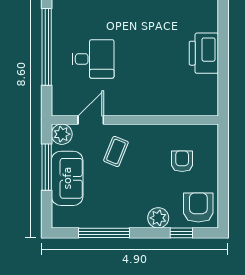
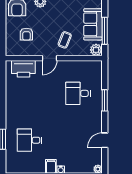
window: (47, 47) -> (105, 100), width x0.47
printer: (204, 53) -> (23, 69), moved, turned 90
door: (91, 120) -> (50, 58), moved

